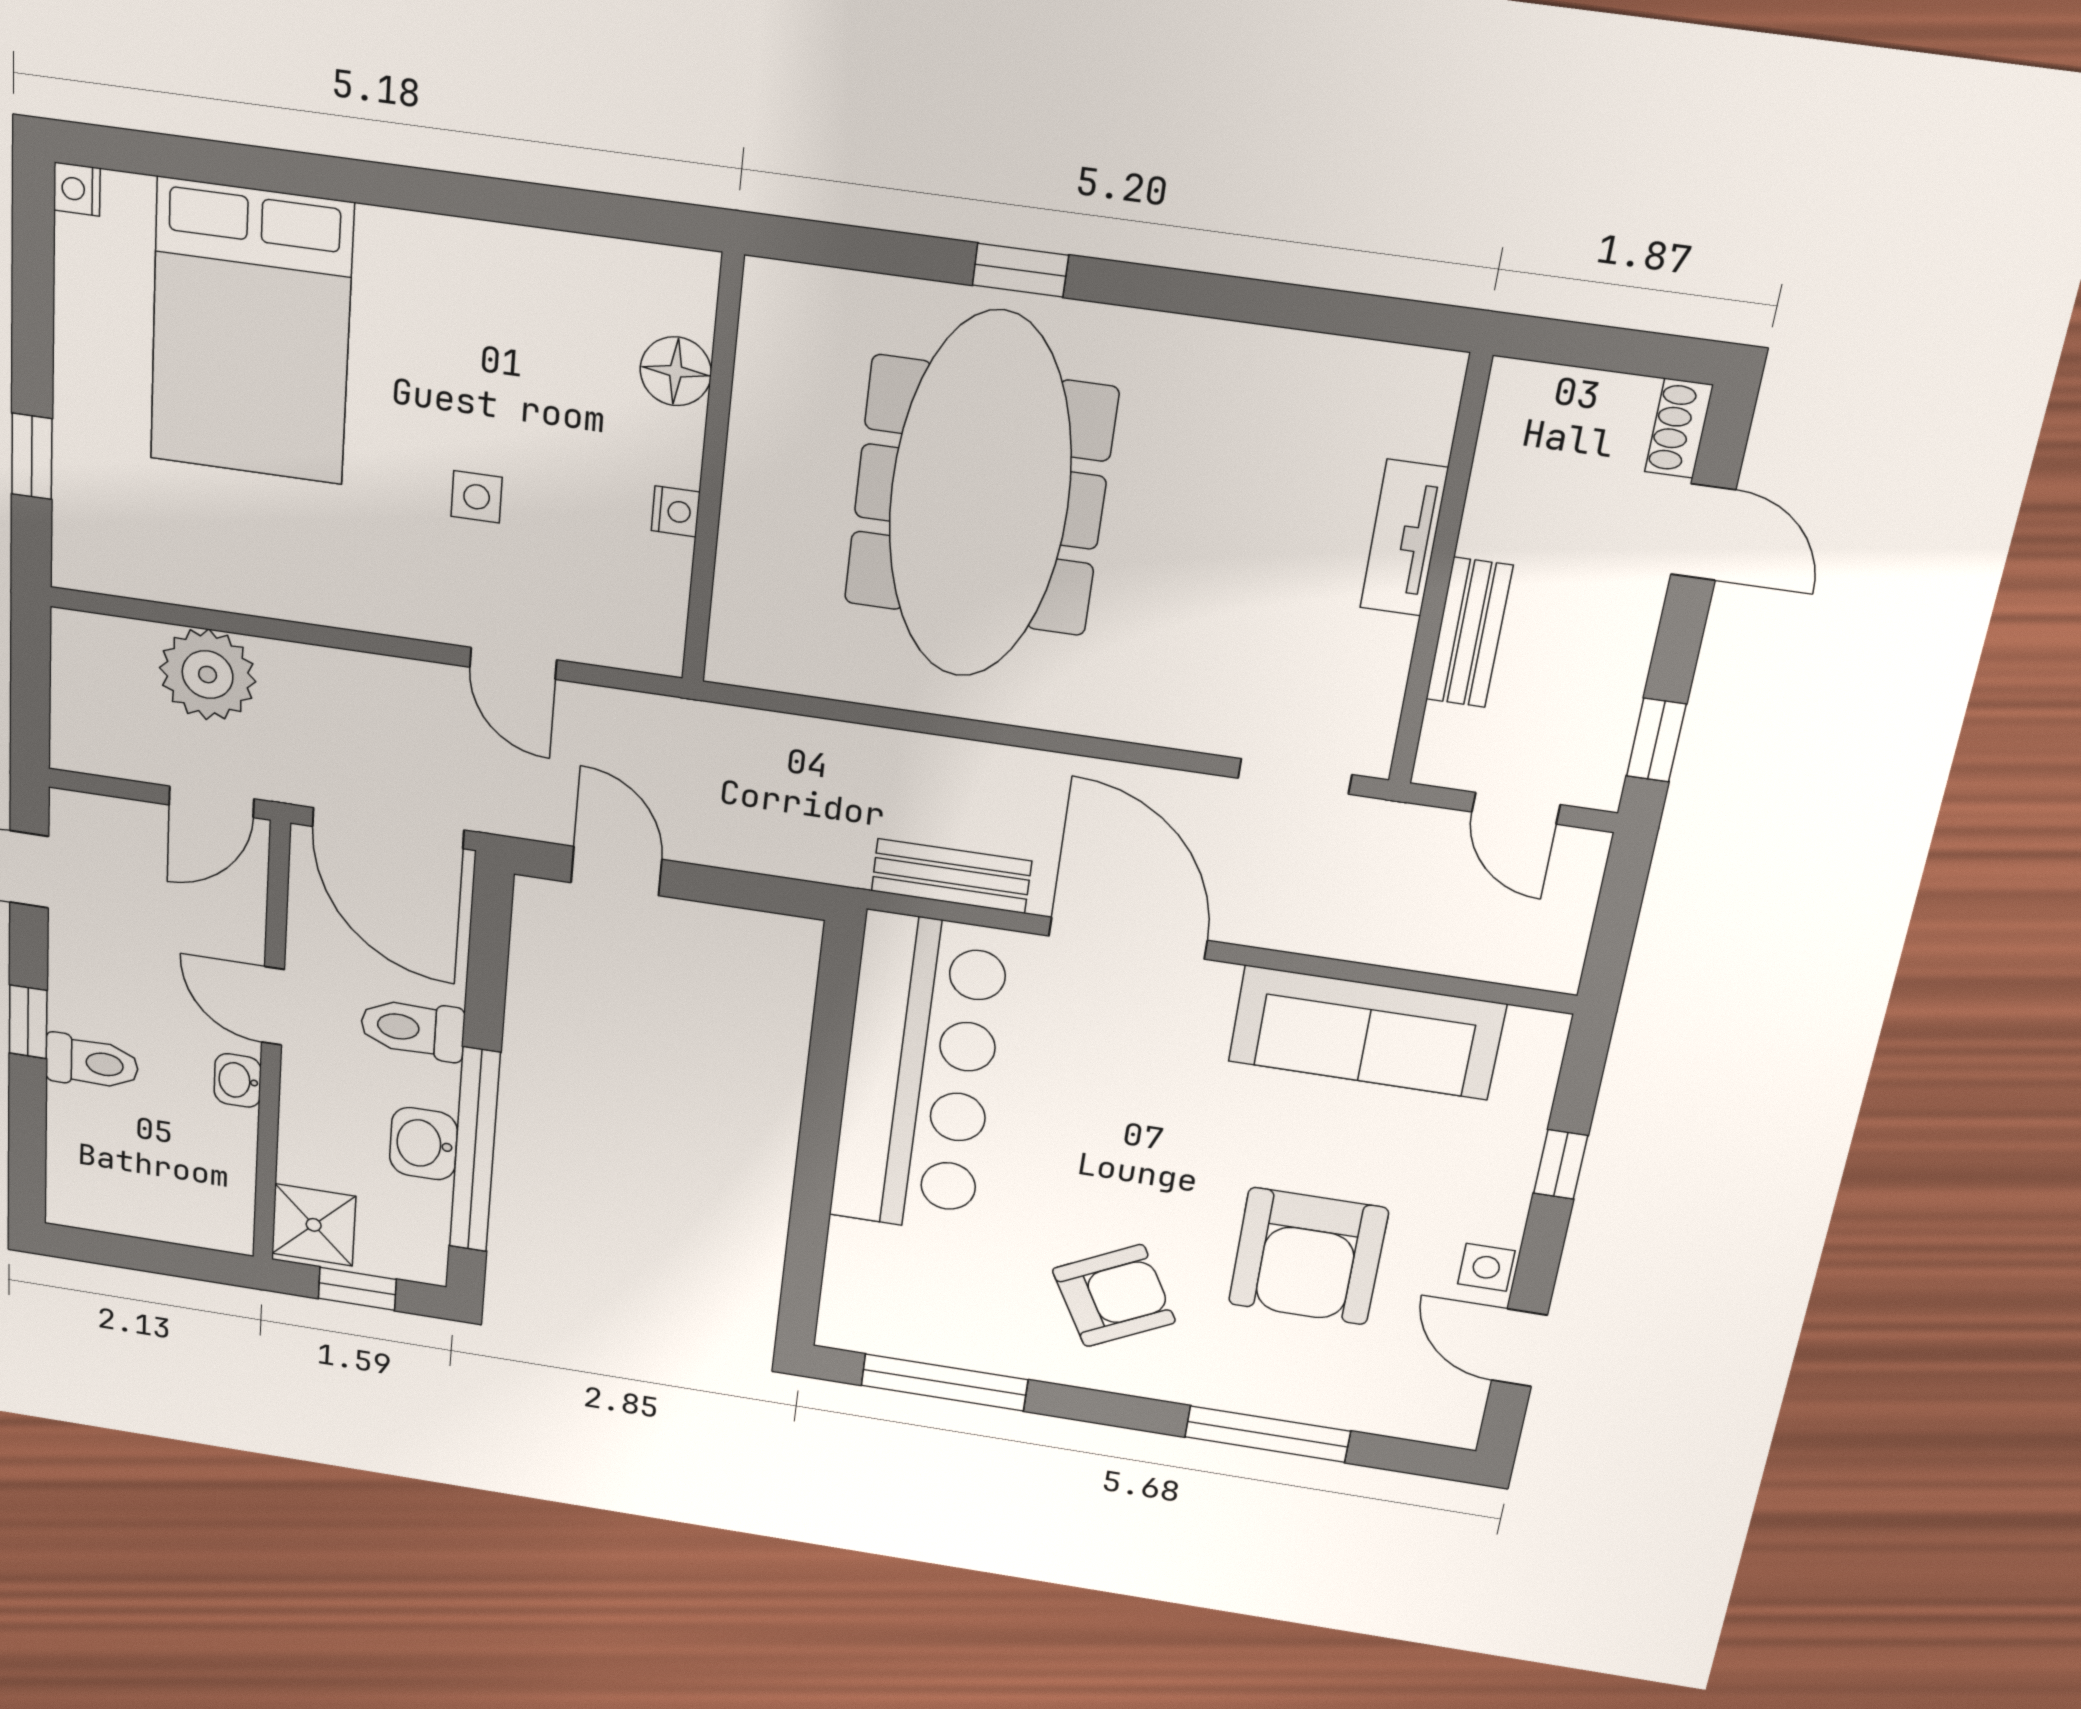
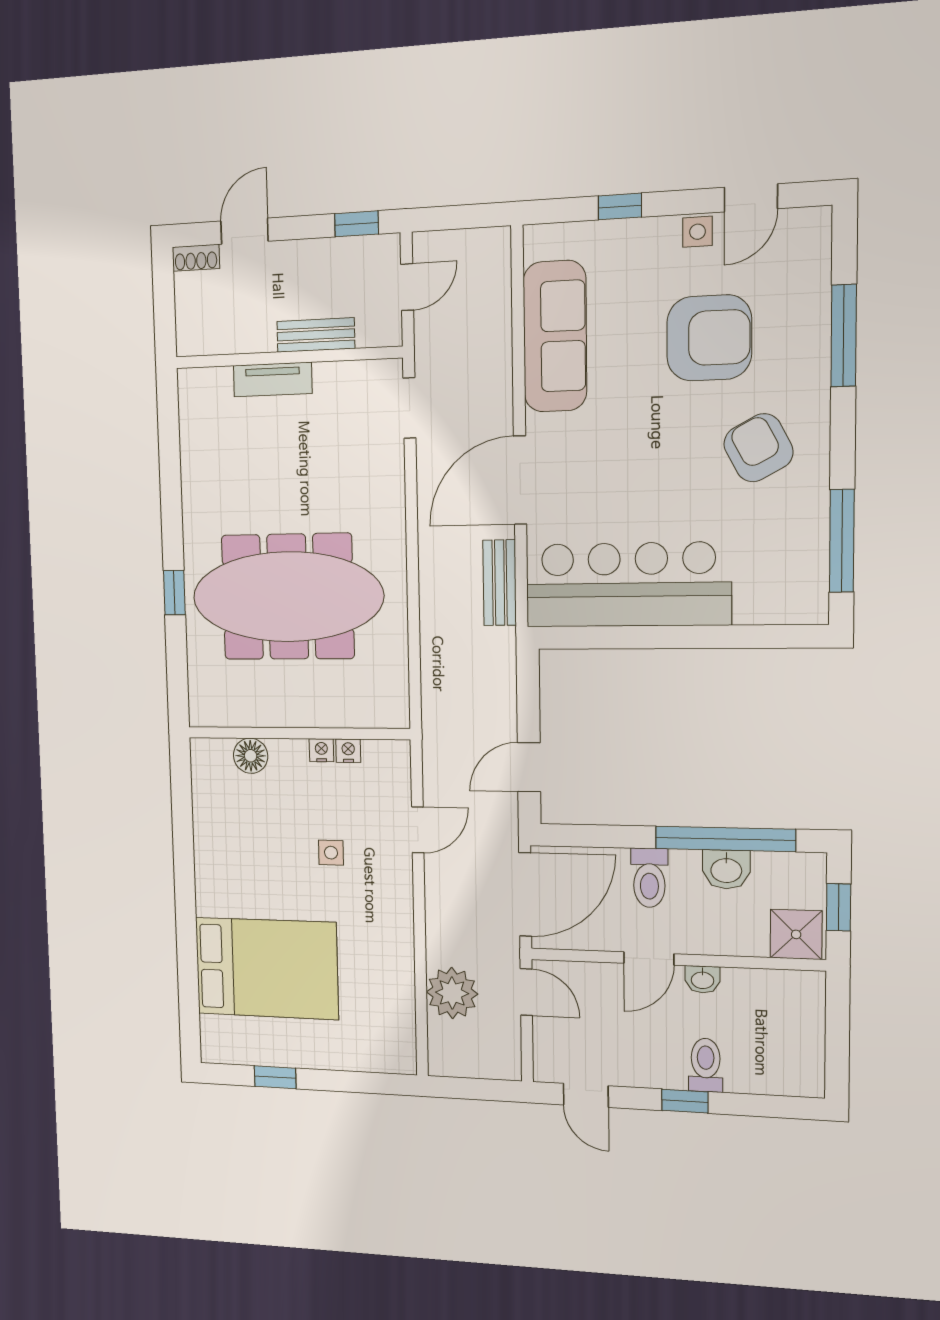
nightstand: (77, 189) -> (348, 751), moved, turned 180
window: (32, 456) -> (275, 1077), moved

